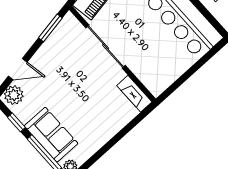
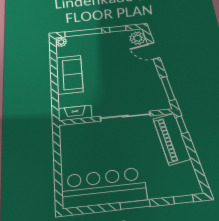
door: (18, 69) -> (154, 51), hinge flipped
sofa: (51, 135) -> (69, 74), moved, turned -90

